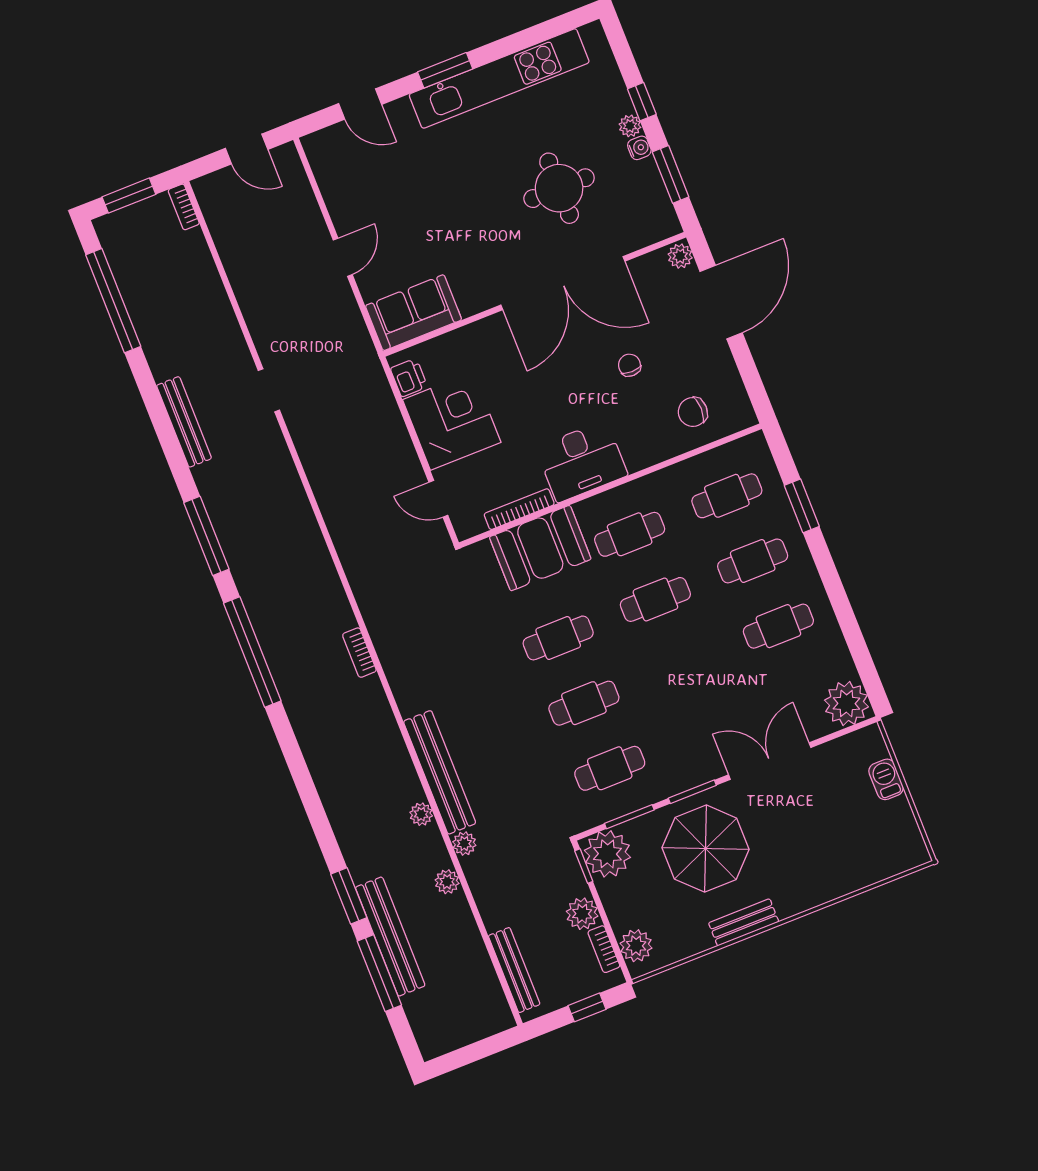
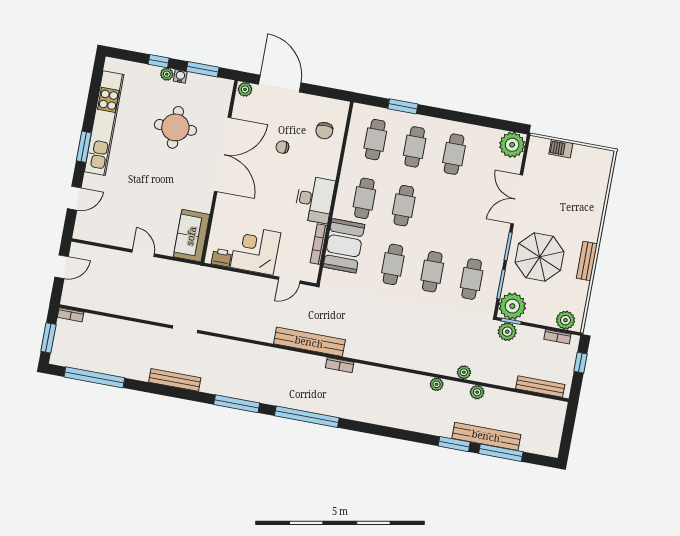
bench: (440, 772) -> (309, 342), moved
plant: (582, 914) -> (507, 332), moved

